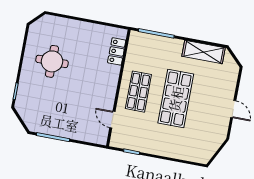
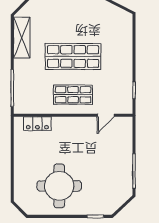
round table: (52, 61) -> (59, 186), width x1.36, depth x1.36

